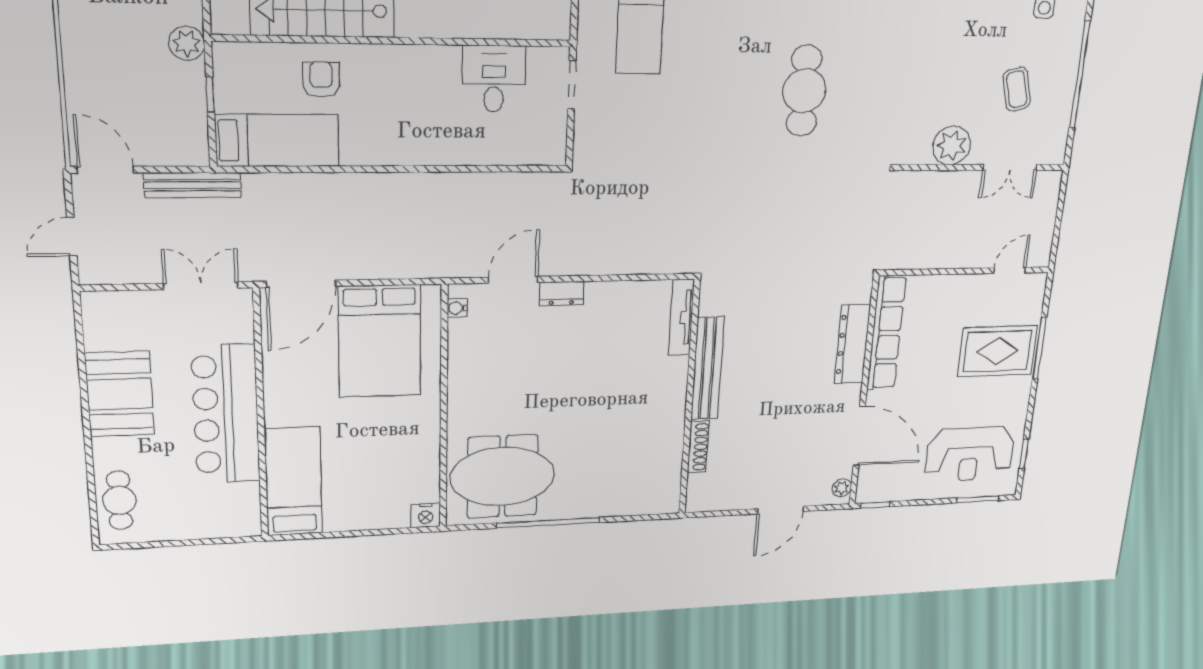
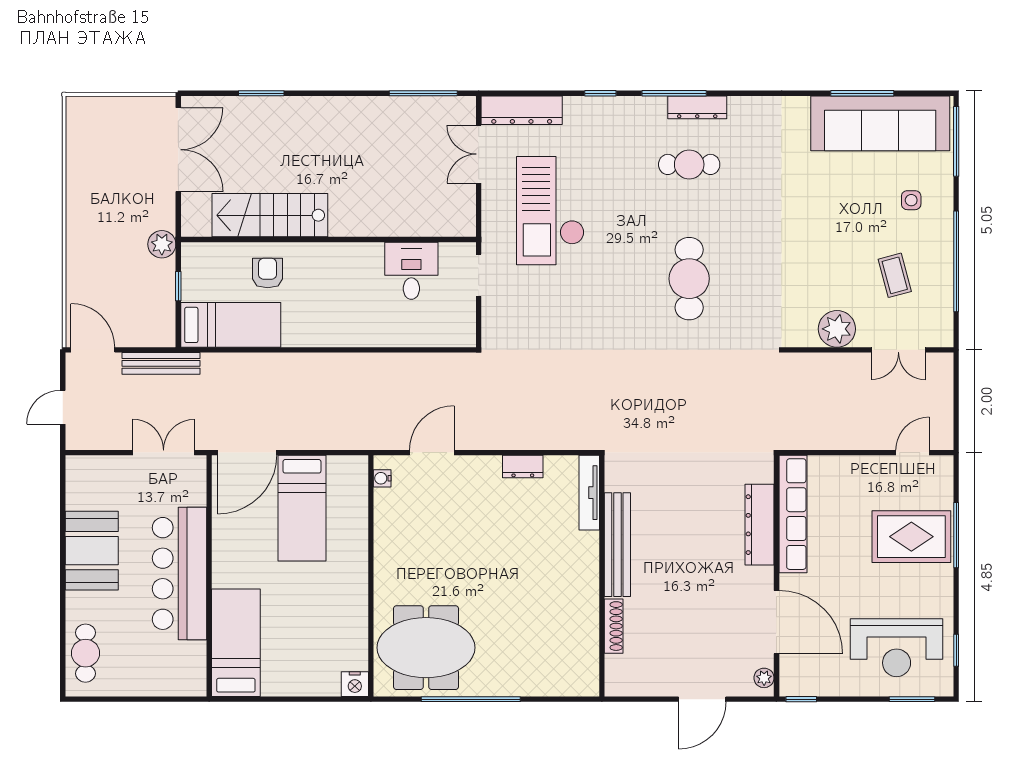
dresser: (562, 293) -> (523, 467), moved
bed: (380, 341) -> (302, 508), width x0.67

